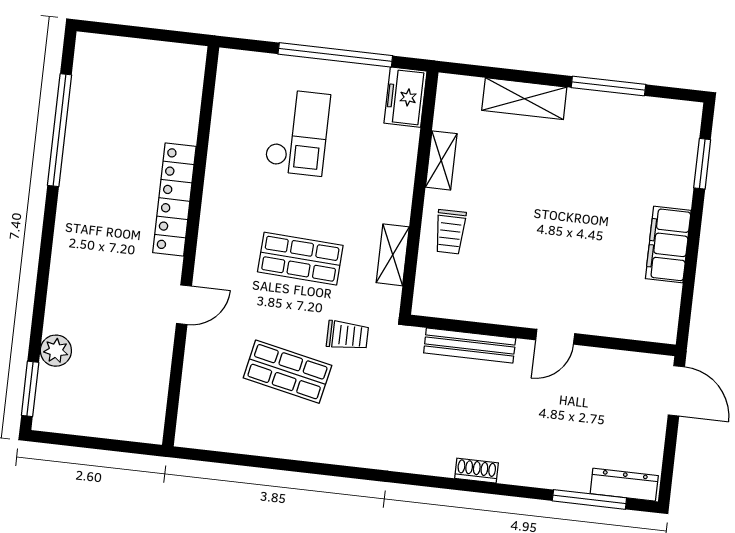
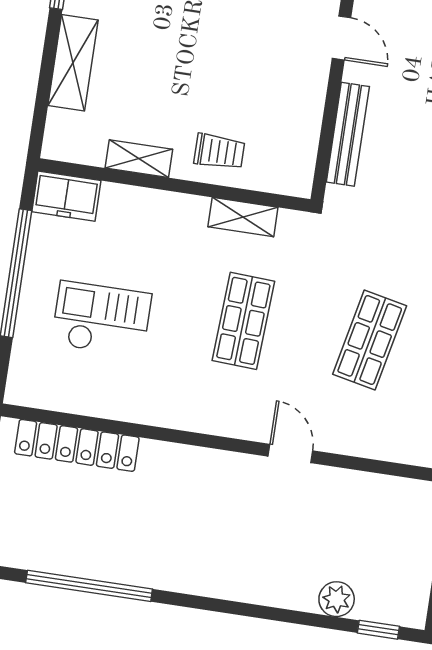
locker: (174, 199) -> (77, 445), moved
trolley: (347, 335) -> (332, 271), removed
window: (30, 389) -> (378, 630), width x0.67

